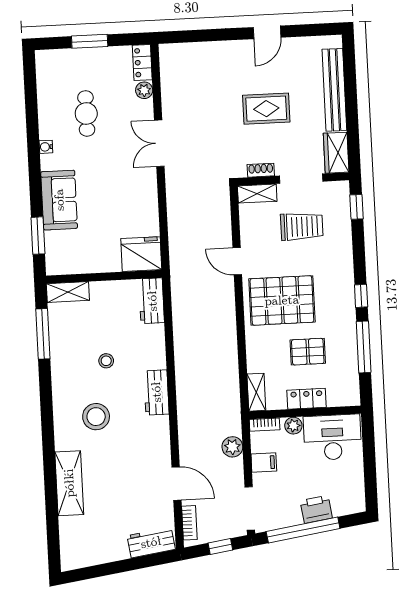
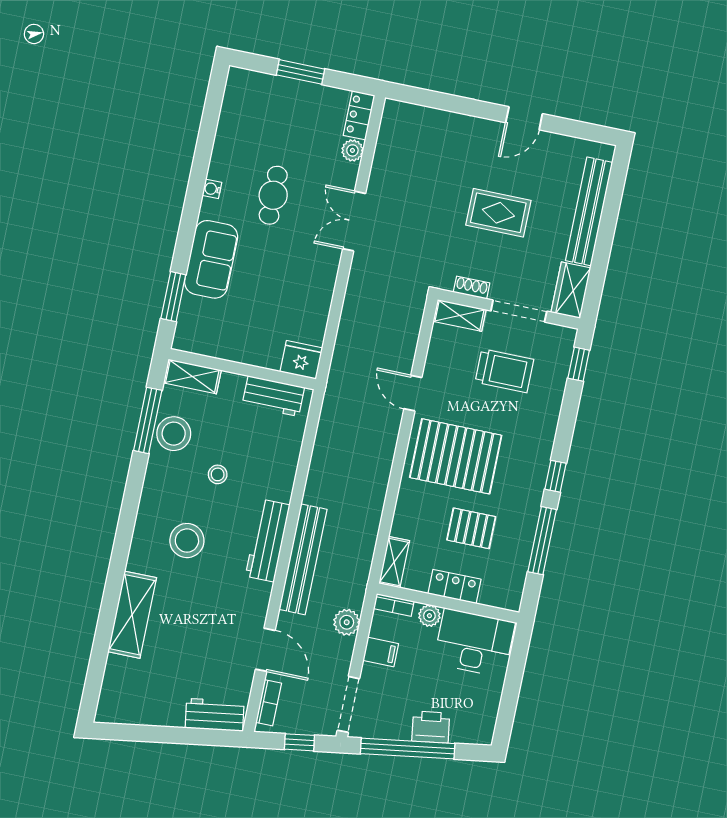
cafe table: (86, 113) -> (273, 195), moved
fridge: (141, 254) -> (301, 360), width x0.73, depth x0.75
workbench: (152, 301) -> (273, 396), moved, turned -90
stool: (65, 339) -> (174, 434), added
workbench: (156, 392) -> (268, 541), width x1.38
bench: (187, 408) -> (303, 559), added

